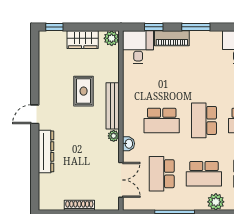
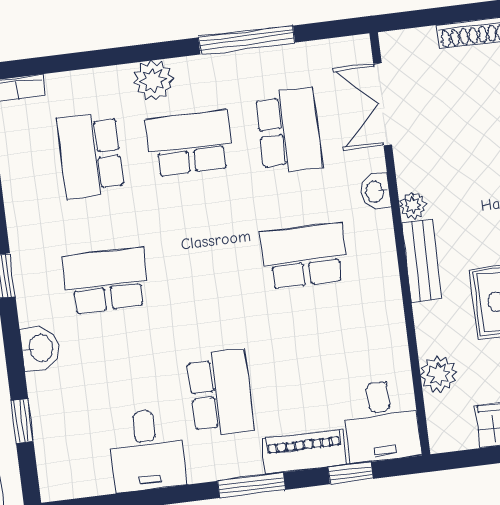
plant: (112, 38) -> (439, 374), moved
bench: (113, 106) -> (422, 261), width x0.73
school desk: (204, 120) -> (221, 393), moved

